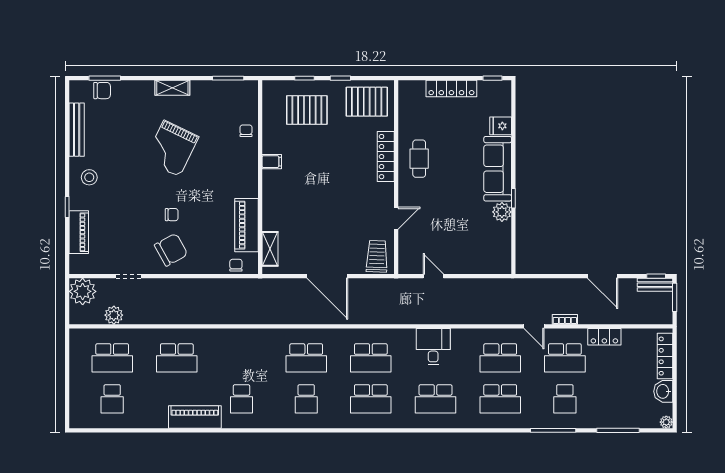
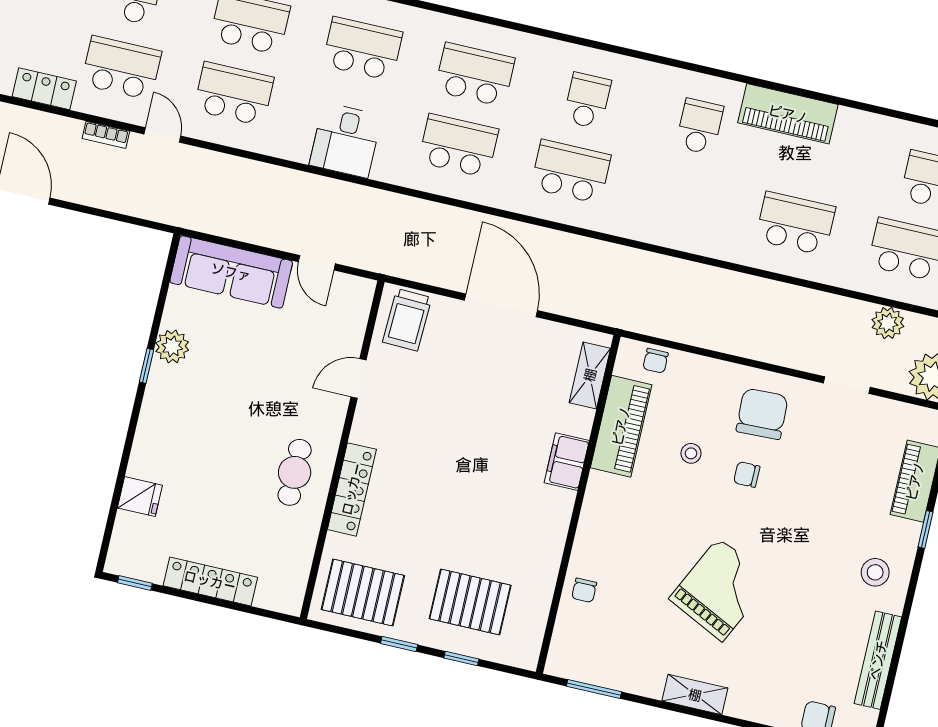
filing cabinet: (272, 162) -> (567, 462), moved, width x2.00
sofa: (498, 169) -> (231, 272), moved, turned 90
stool: (205, 219) -> (691, 453), added
chair: (171, 250) -> (762, 414), turned 117

